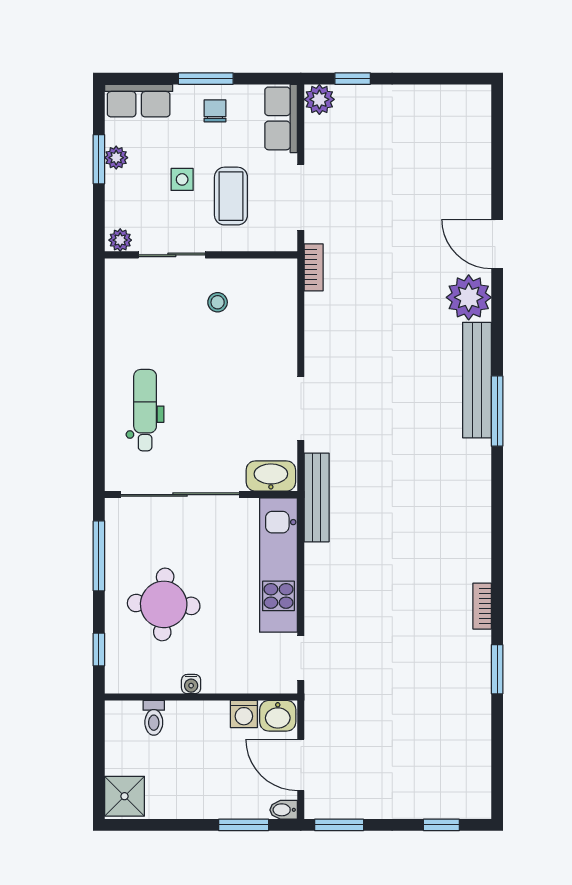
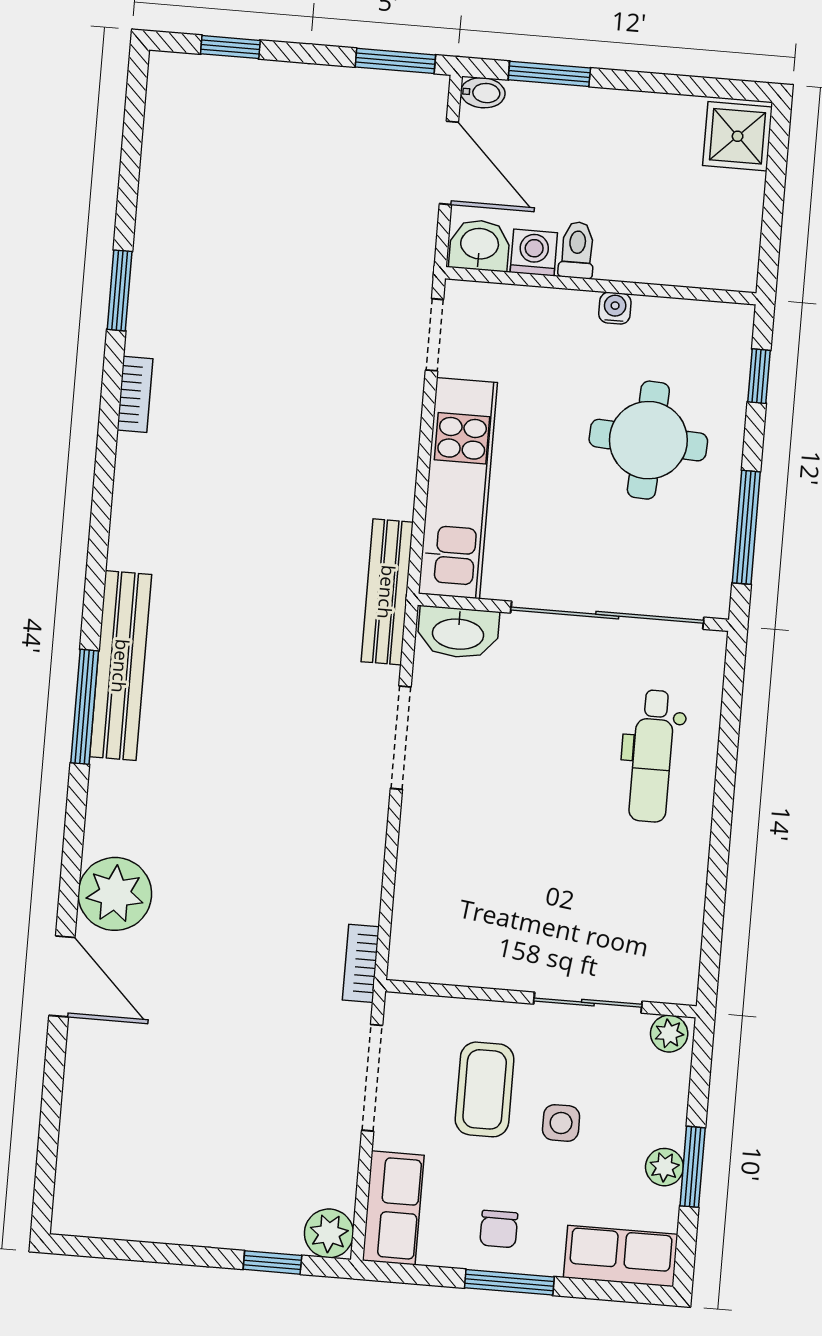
stool: (218, 302) -> (521, 920), removed
bench: (477, 380) -> (121, 666), moved
toilet: (154, 718) -> (577, 250), moved

